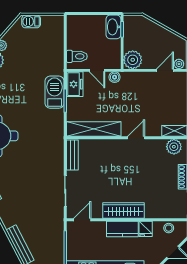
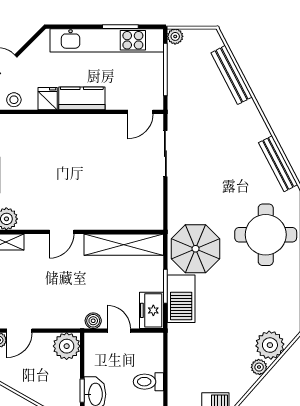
toilet: (77, 56) -> (148, 382), moved
parasol: (45, 126) -> (196, 249), added
bench: (72, 155) -> (155, 207), removed
wardrobe: (124, 211) -> (80, 125), removed

